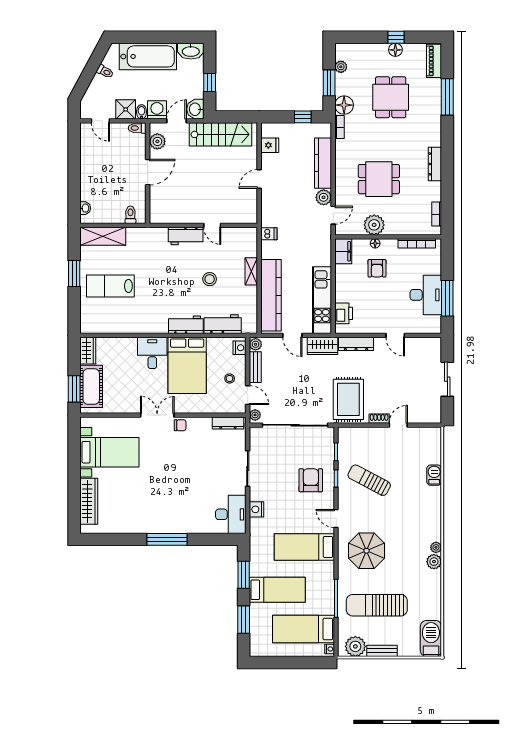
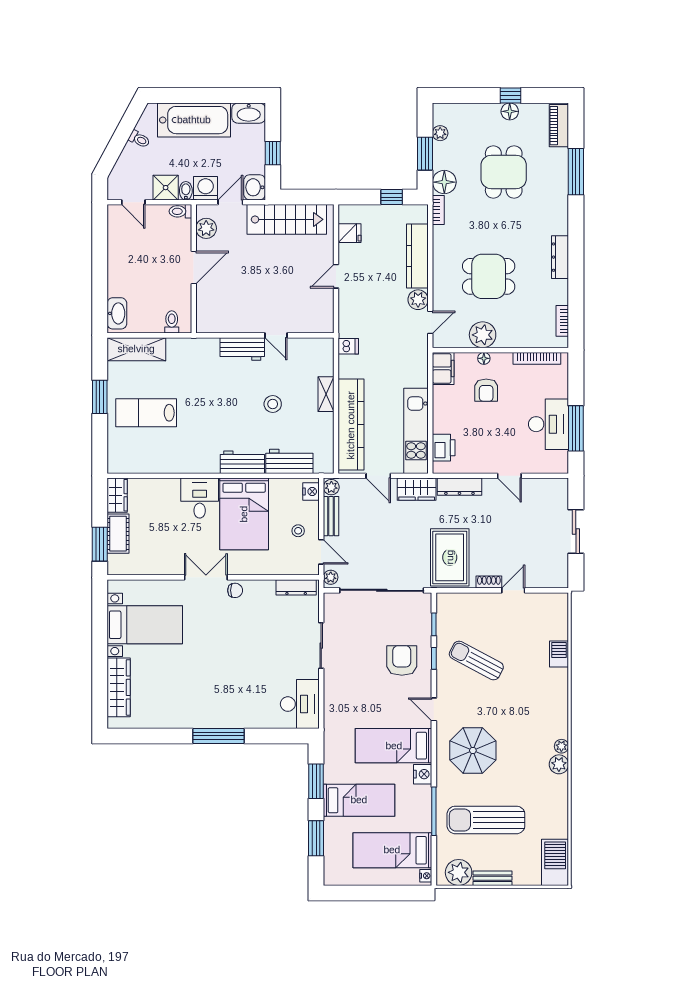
washbasin: (85, 208) -> (117, 313), width x1.91, depth x1.45
cot: (91, 386) -> (118, 534), width x0.73, depth x0.75
nightstand: (256, 509) -> (423, 774), moved, turned 180

